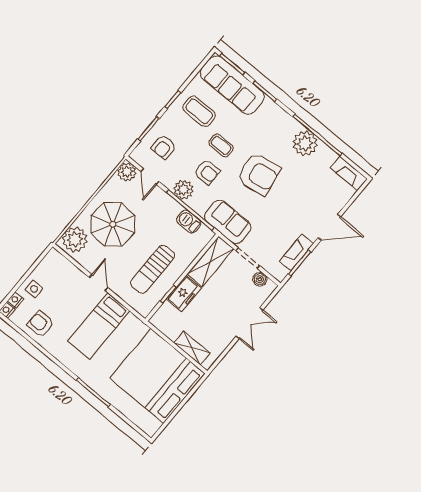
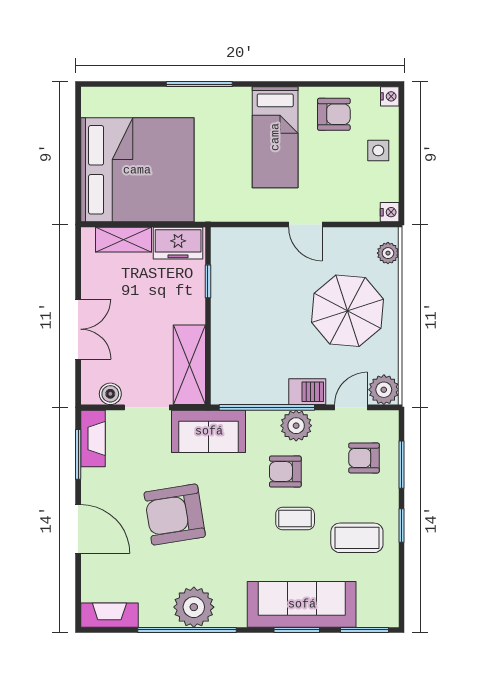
sofa: (232, 85) -> (302, 604), moved
armchair: (164, 147) -> (364, 458), turned -90
armchair: (259, 174) -> (175, 515), moved
door: (150, 176) -> (351, 407), hinge flipped
barbecue: (189, 222) -> (307, 392), moved
door: (329, 227) -> (78, 529), swing flipped
plant: (75, 240) -> (388, 253), width x0.53, depth x0.53
fireplace: (296, 252) -> (93, 438), moved
sun lounger: (153, 269) -> (252, 296), removed
freezer: (184, 294) -> (178, 243), moved, turned -90
nightstand: (15, 300) -> (390, 212), moved
double door: (249, 323) -> (78, 329), swing flipped
bed: (99, 326) -> (275, 137), moved, turned 180

